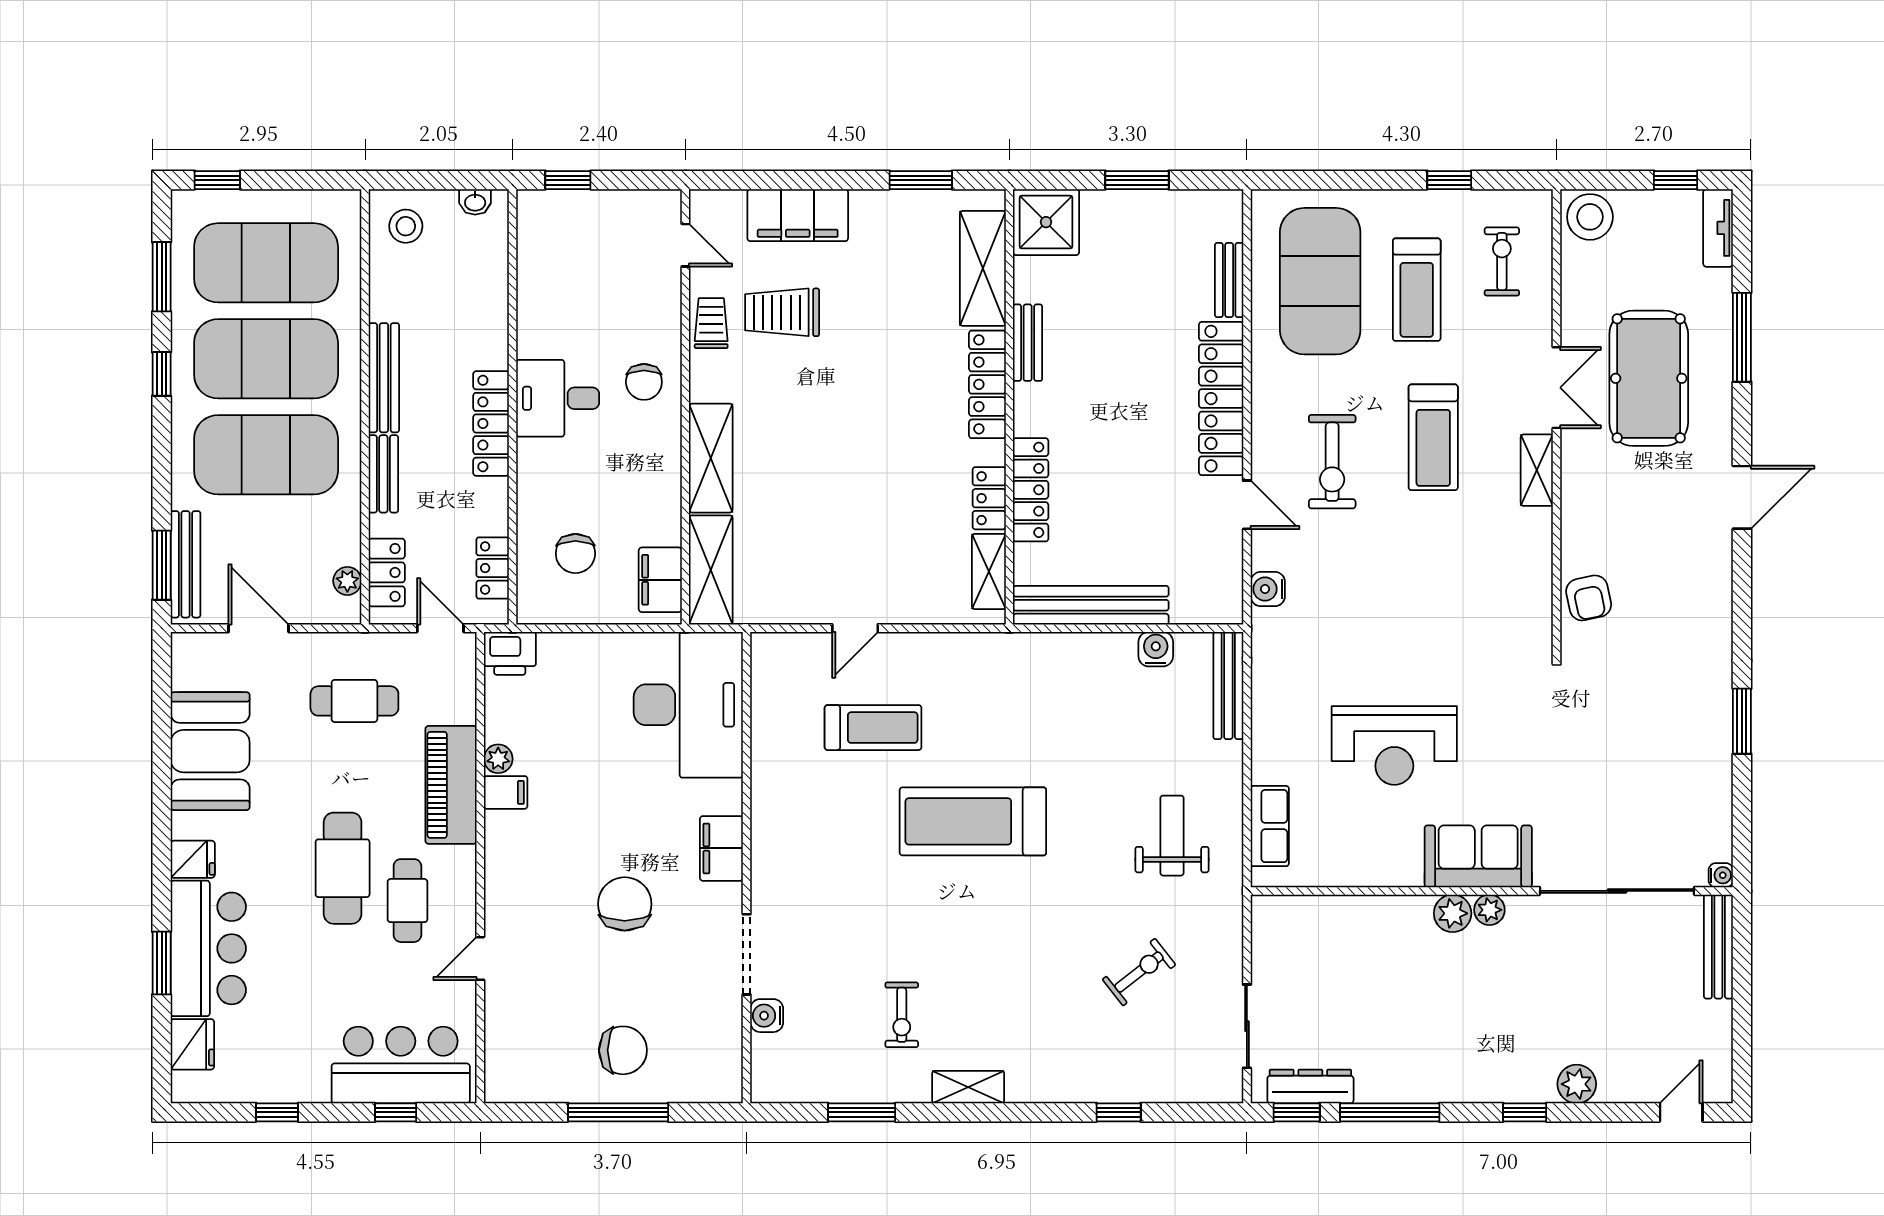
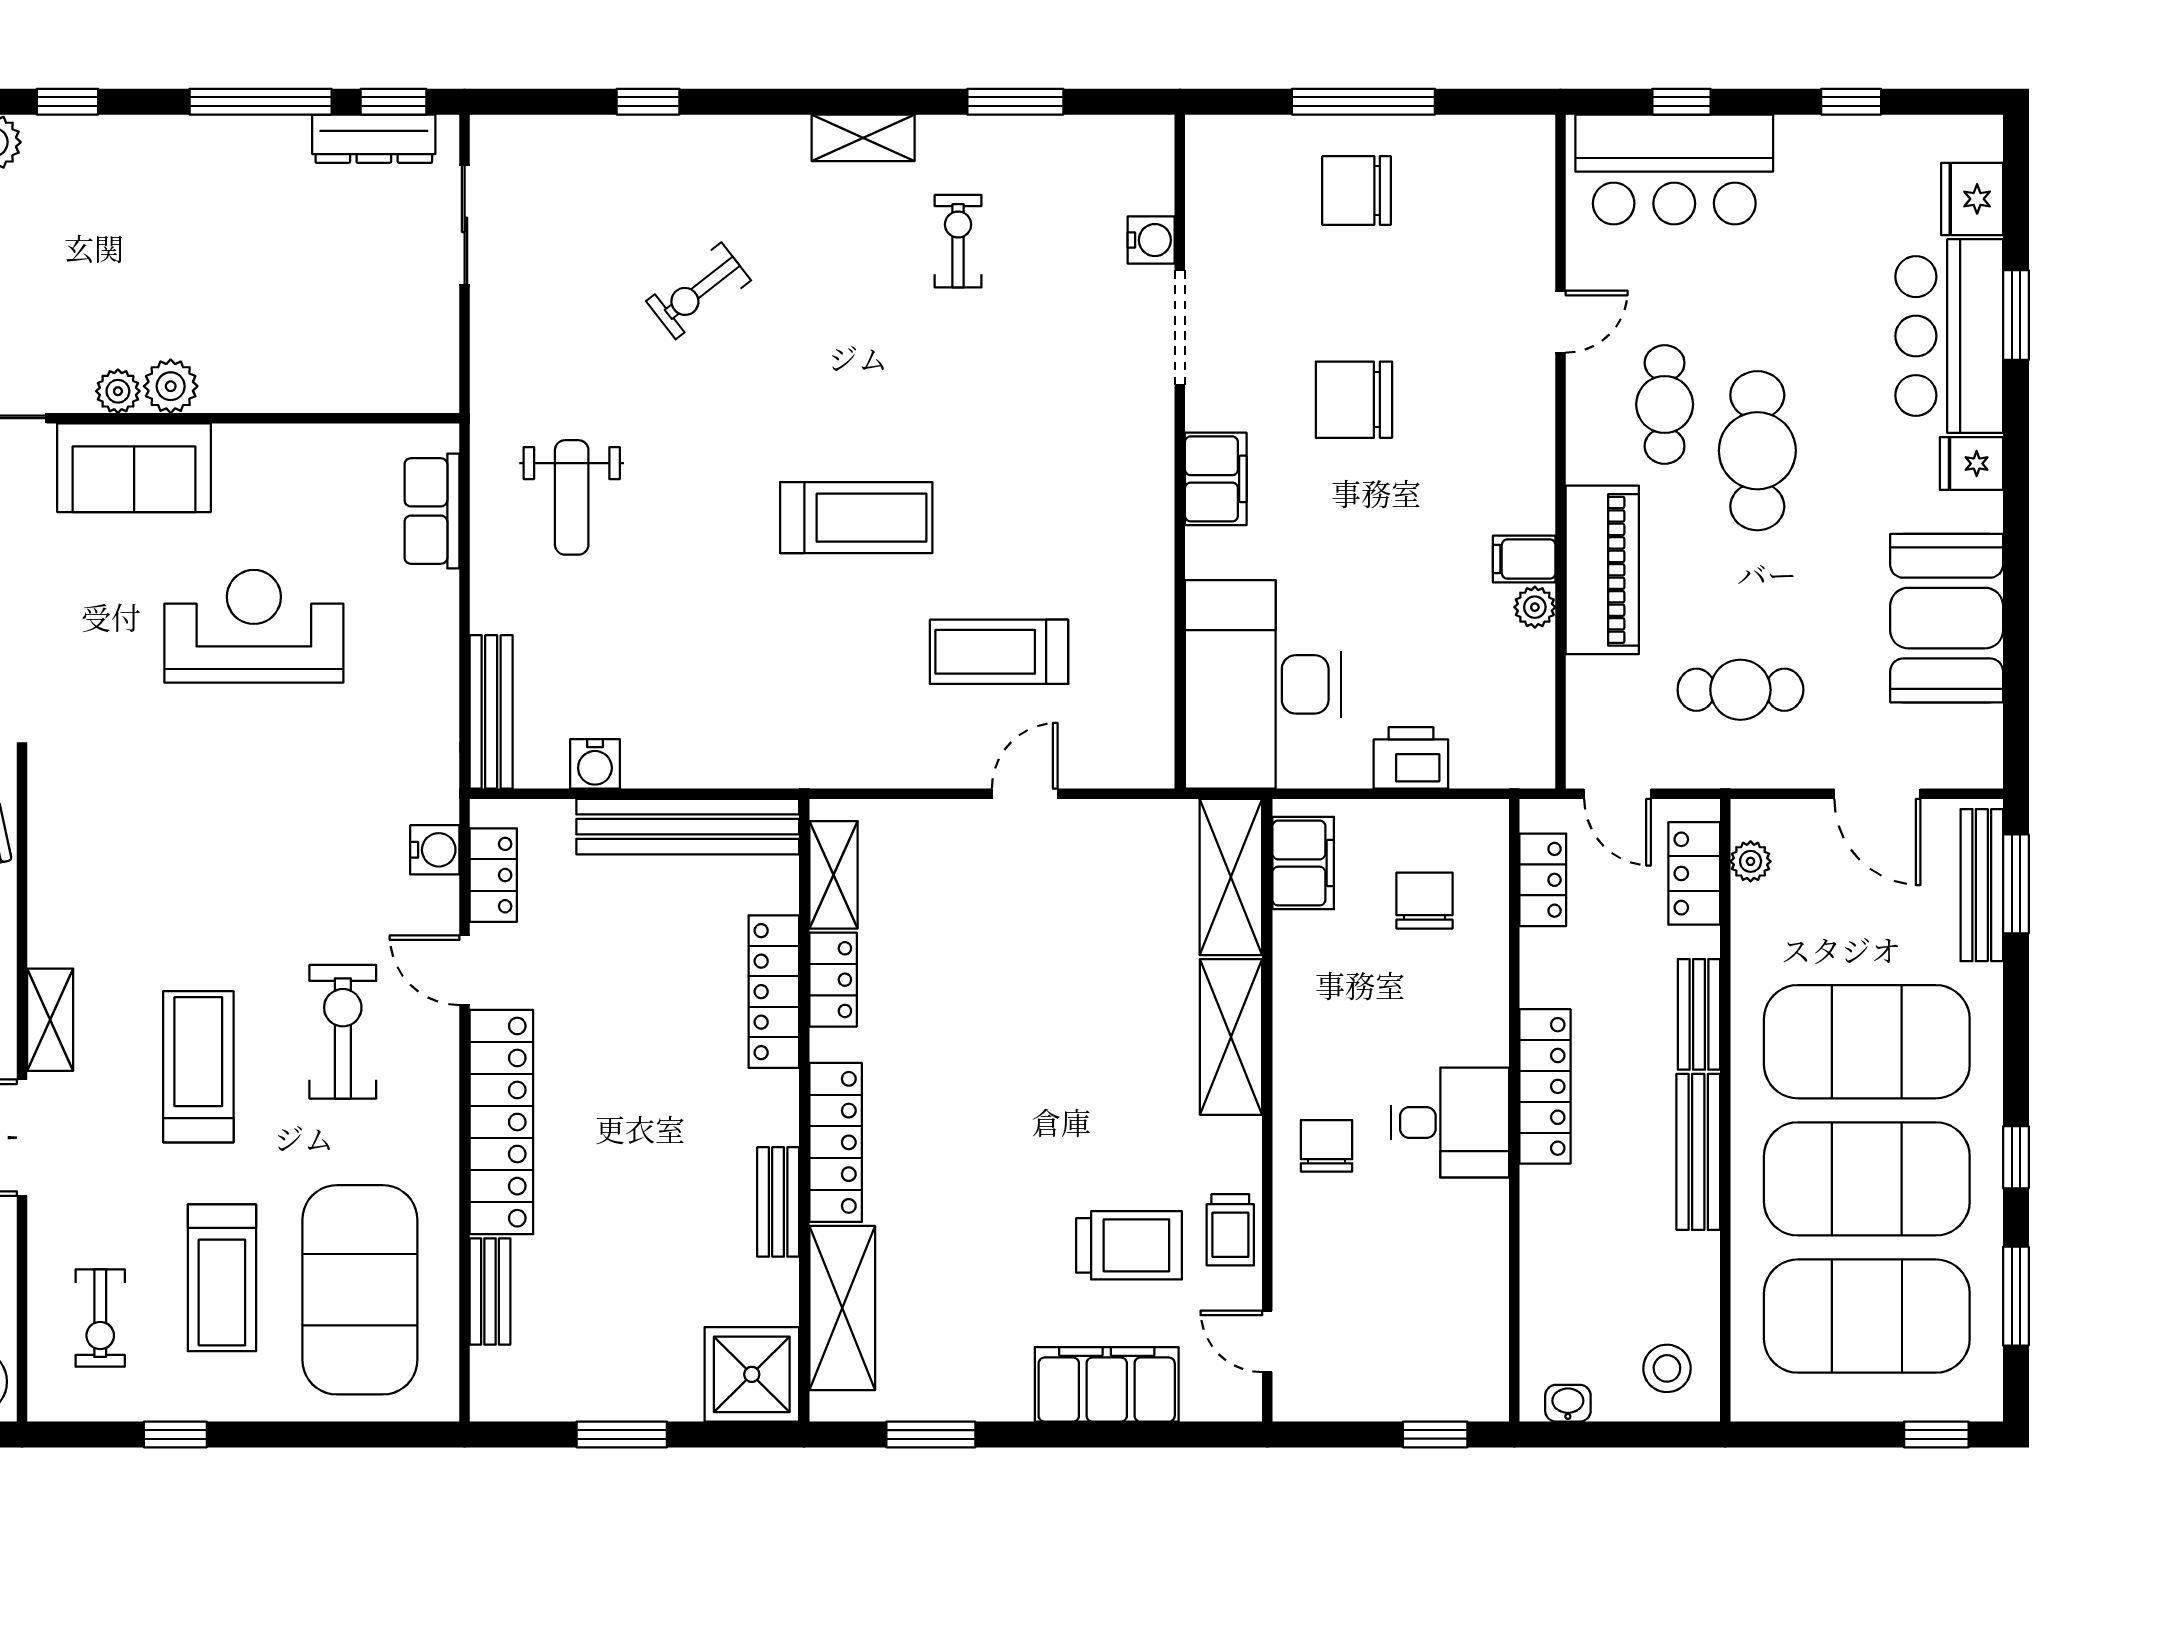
treadmill: (1417, 290) -> (222, 1278), turned 180
locker: (1227, 571) -> (493, 875), added
printer: (510, 653) -> (1411, 758), moved
treadmill: (973, 821) -> (856, 518), width x0.73, depth x0.73
chair: (625, 904) -> (1354, 400), turned 90
exercise bike: (1139, 972) -> (699, 291), moved

